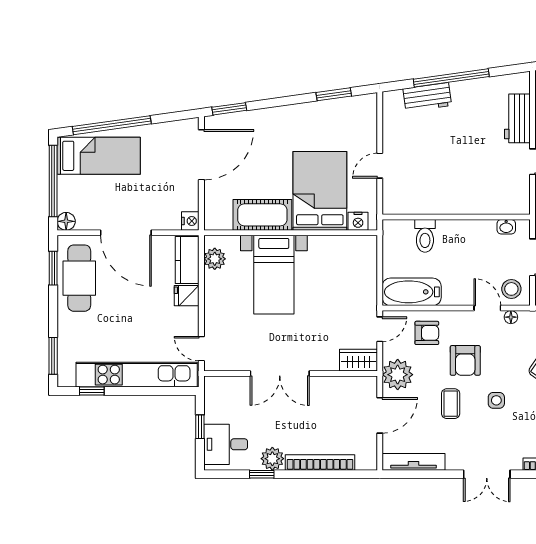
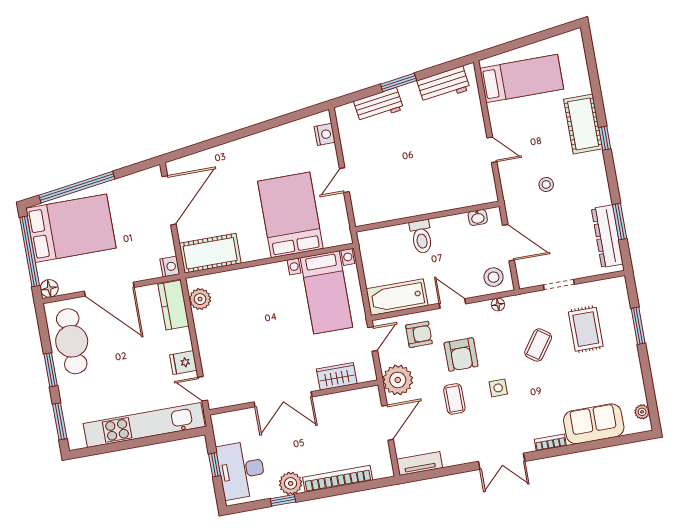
window: (451, 78) -> (399, 82), width x0.47
window: (334, 94) -> (287, 119), removed
window: (229, 109) -> (188, 151), removed
workbench: (517, 118) -> (444, 85), moved, turned -98
bed: (99, 156) -> (71, 228), width x1.50
cot: (262, 215) -> (210, 253), moved
nightstand: (358, 221) -> (325, 134), moved, turned -90
toilet: (425, 236) -> (421, 237), moved
window: (53, 268) -> (51, 370), moved
bed with nightstands: (274, 275) -> (326, 292), moved
fridge: (187, 296) -> (183, 363), moved
door: (487, 308) -> (452, 304), moved
wardrobe: (358, 360) -> (337, 376), moved
window: (92, 391) -> (103, 449), removed
desk: (226, 444) -> (241, 470), width x1.37
tv unit: (413, 462) -> (419, 463), width x0.71

